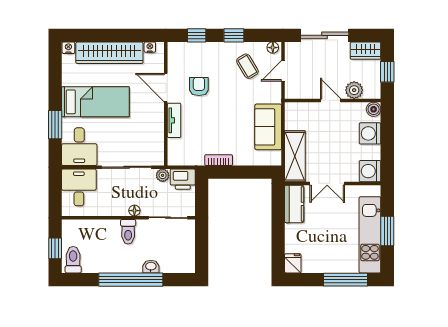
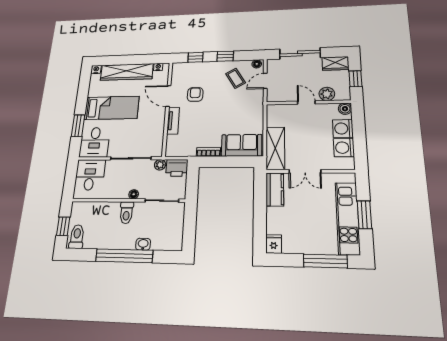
sofa: (268, 127) -> (242, 145), moved, turned 90
washing machine: (370, 171) -> (344, 148), moved

